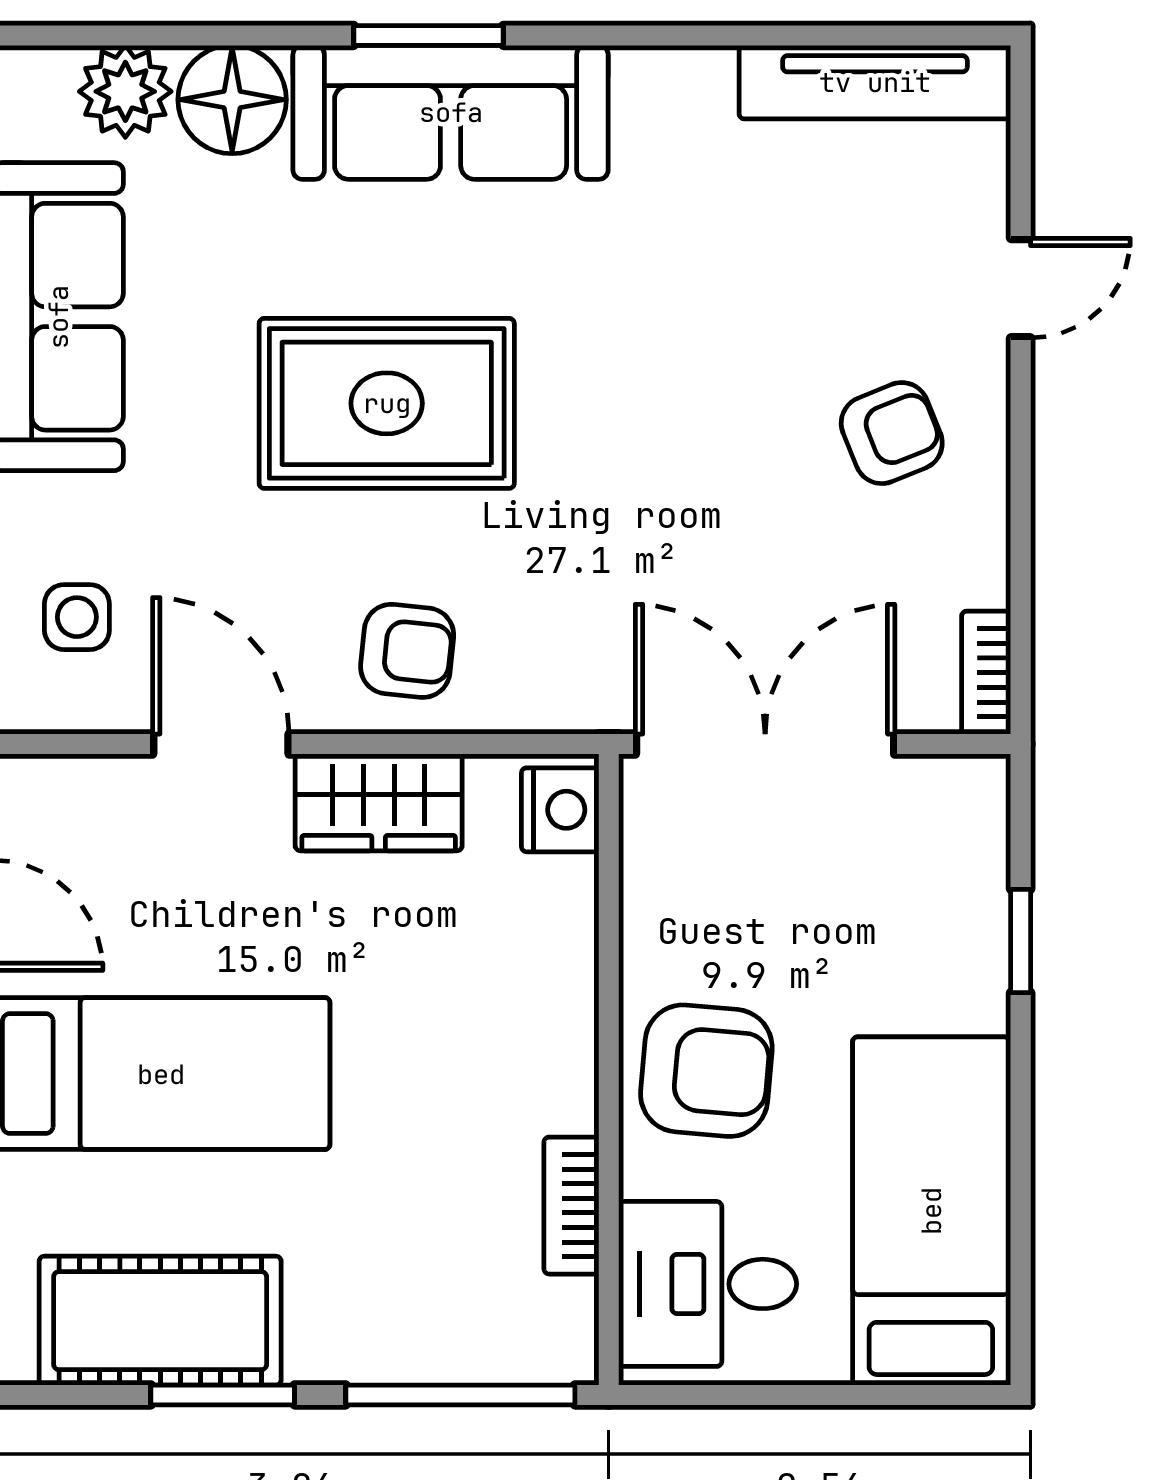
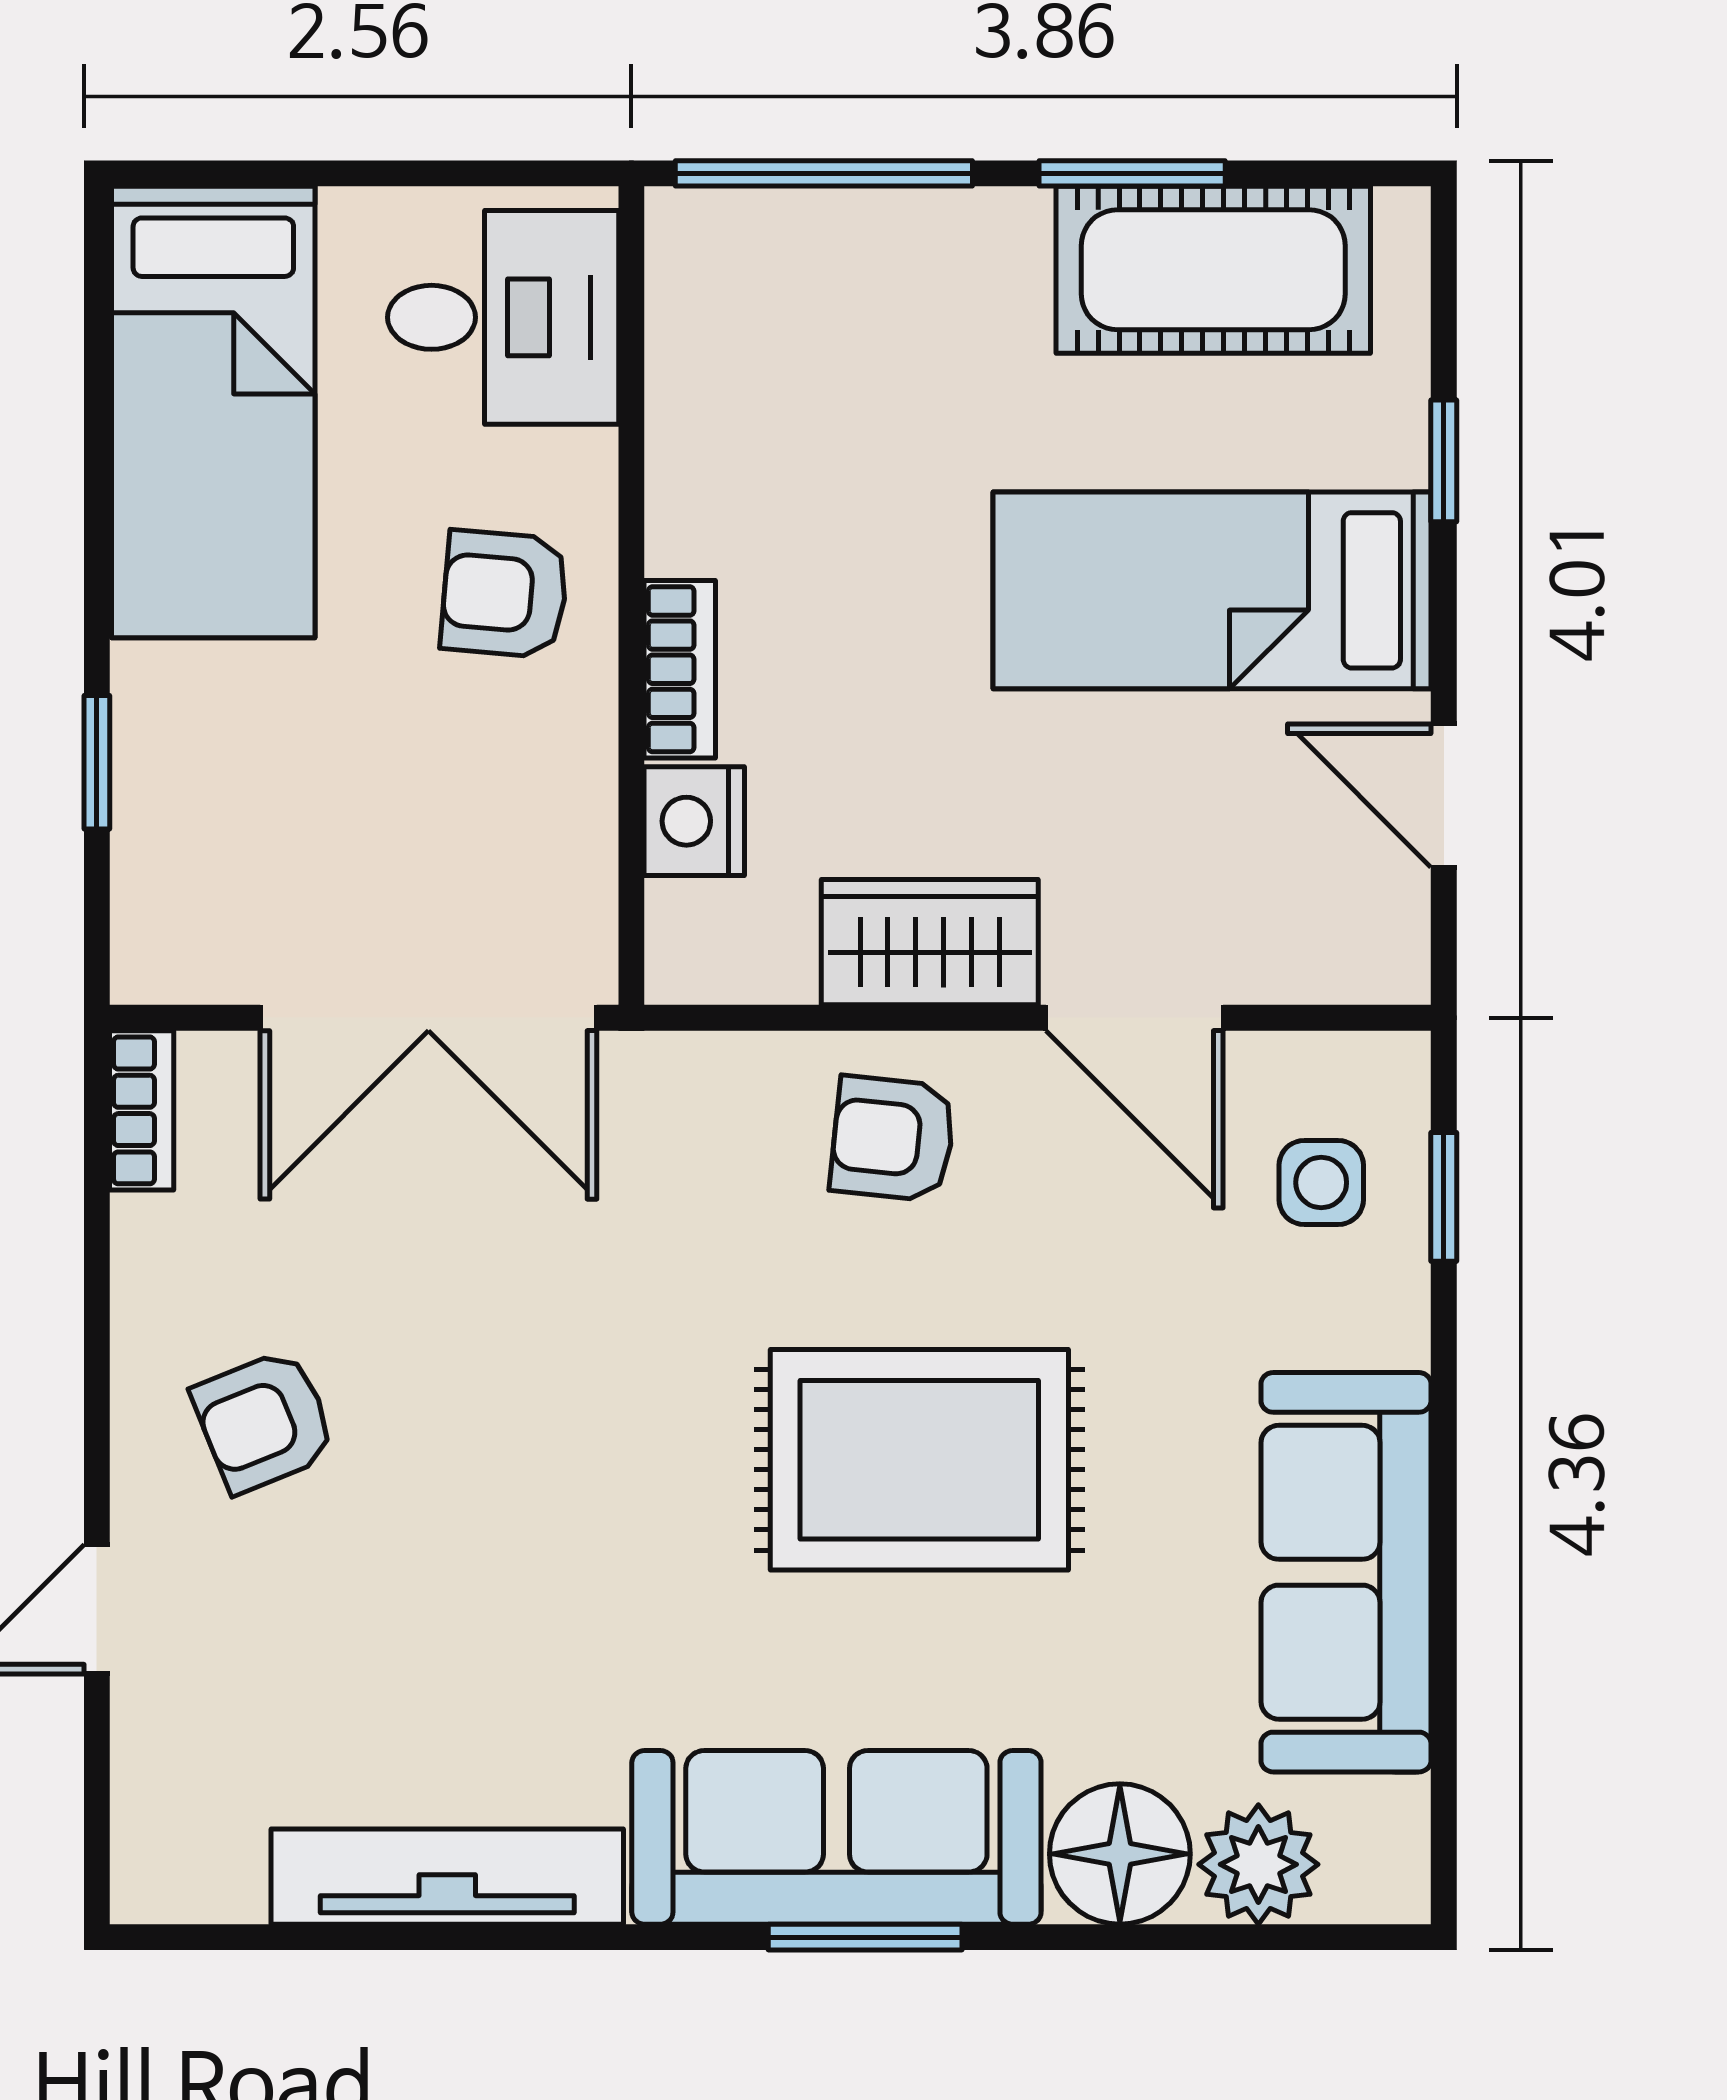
tv unit: (875, 82) -> (447, 1877), moved
nightstand: (560, 810) -> (694, 821), moved
armchair: (706, 1071) -> (505, 594), width x0.72, depth x0.72
bookcase: (571, 1206) -> (680, 669), moved

